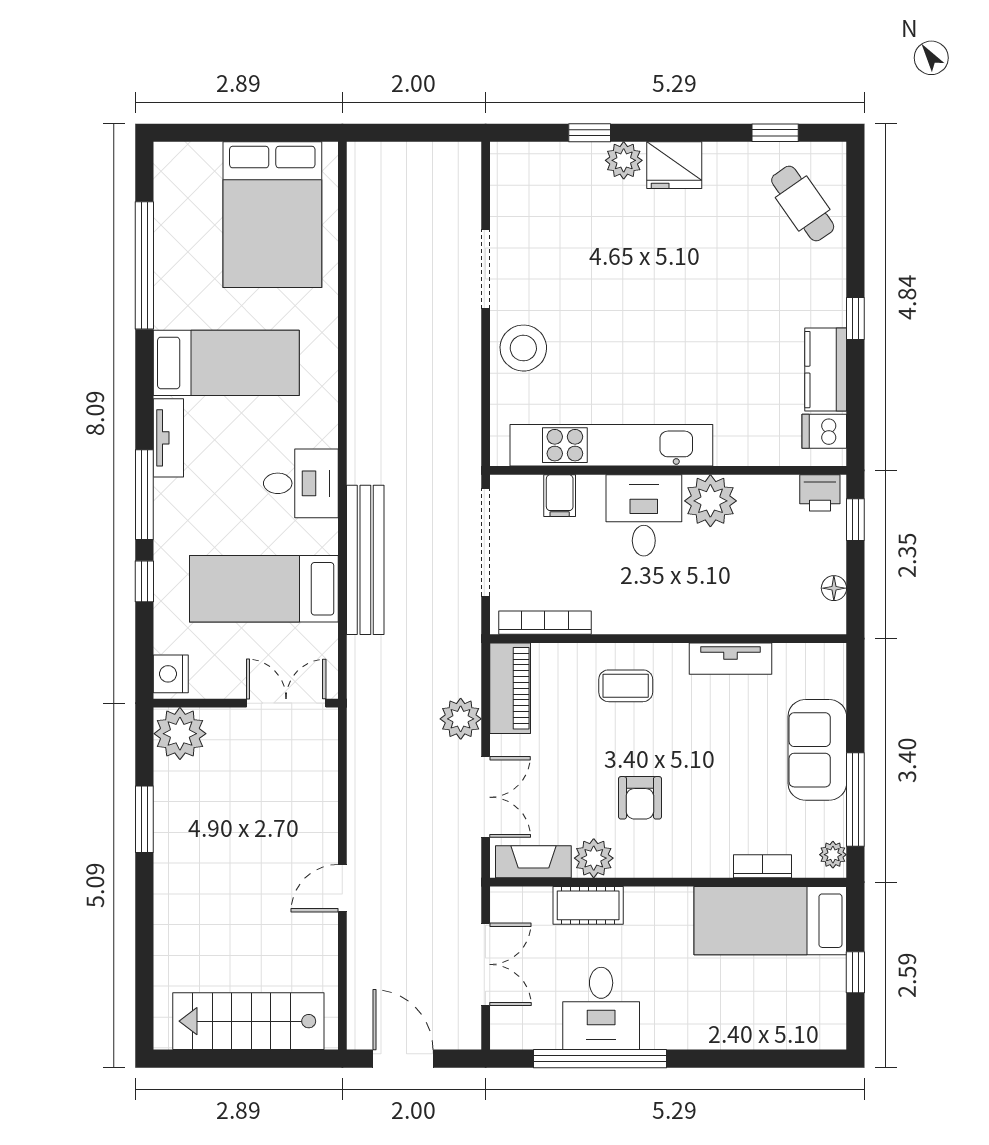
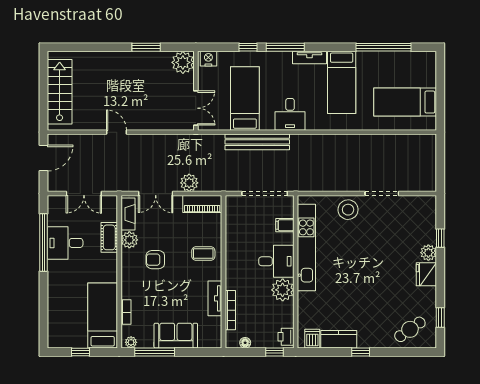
bed: (272, 215) -> (405, 102), width x0.67
bookcase: (545, 623) -> (230, 310), moved
coffee table: (626, 686) -> (203, 254), turned 90

